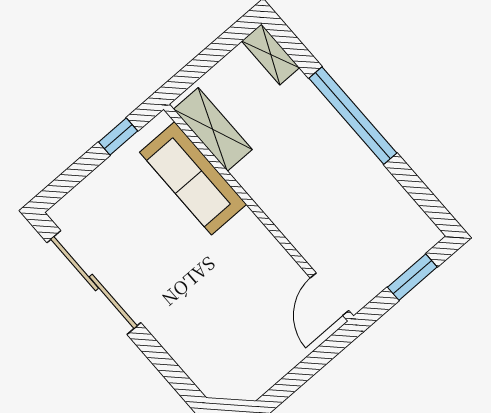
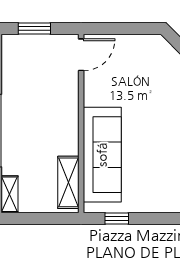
sofa: (193, 178) -> (102, 155), width x1.36, depth x1.27

